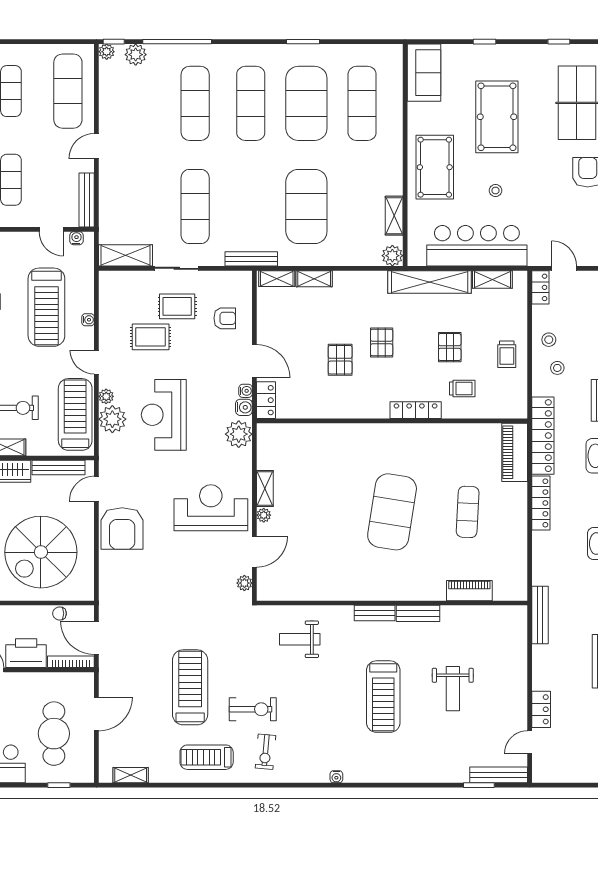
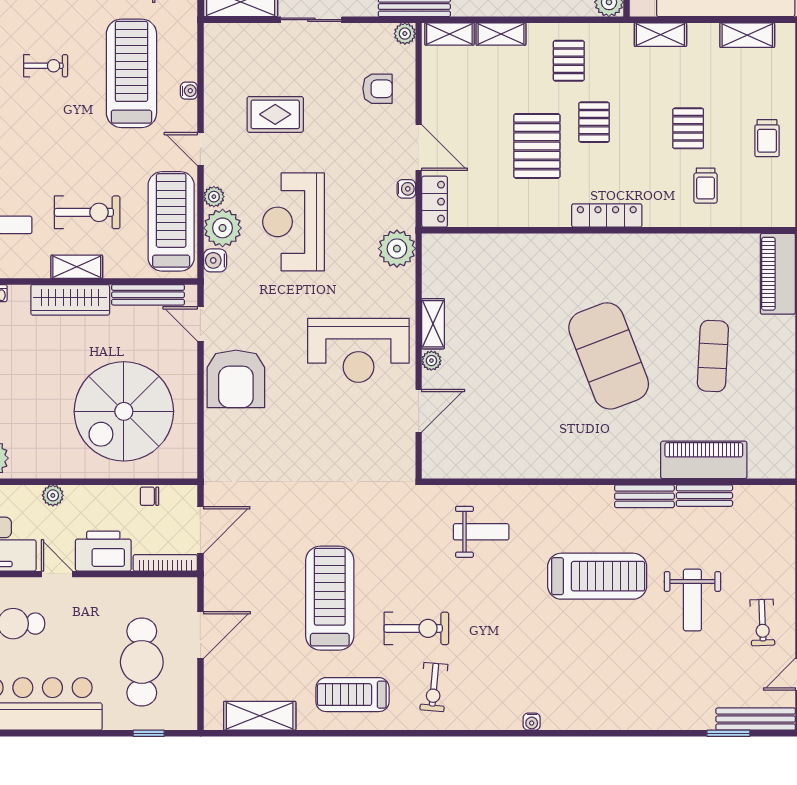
shelving: (430, 282) -> (660, 35), width x0.45, depth x0.75
pallet: (363, 298) -> (569, 61), added
rug: (177, 306) -> (312, 72), removed
treadmill: (46, 307) -> (131, 73), turned 180
pallet: (340, 360) -> (537, 146), width x1.50, depth x1.42
trolley: (462, 388) -> (706, 186), turned 90
water cooler: (244, 407) -> (215, 260), moved, turned 180
locker: (416, 410) -> (607, 215), moved
door: (96, 489) -> (200, 324), hinge flipped
reception desk: (211, 508) -> (358, 350), turned 180
exercise mat: (392, 512) -> (609, 356), turned -30
plant: (244, 583) -> (405, 34), moved
piano: (469, 591) -> (704, 460), width x1.37, depth x1.33
bench: (375, 613) -> (704, 496), moved
door: (96, 638) -> (200, 530), swing flipped
weight bench: (300, 639) -> (481, 532), turned 180
treadmill: (383, 697) -> (597, 576), moved, turned -90
exercise bike: (503, 705) -> (762, 623), added
shelving: (131, 775) -> (260, 716), width x1.50, depth x1.33

